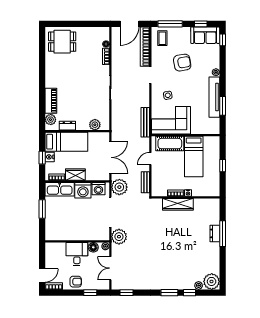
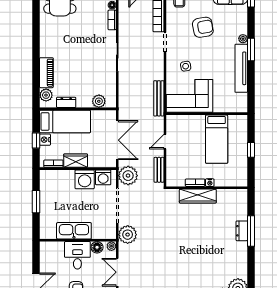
window: (223, 106) -> (251, 50), moved
cot: (170, 144) -> (188, 124), removed
kitchen sink: (60, 189) -> (74, 231), moved, turned 180

